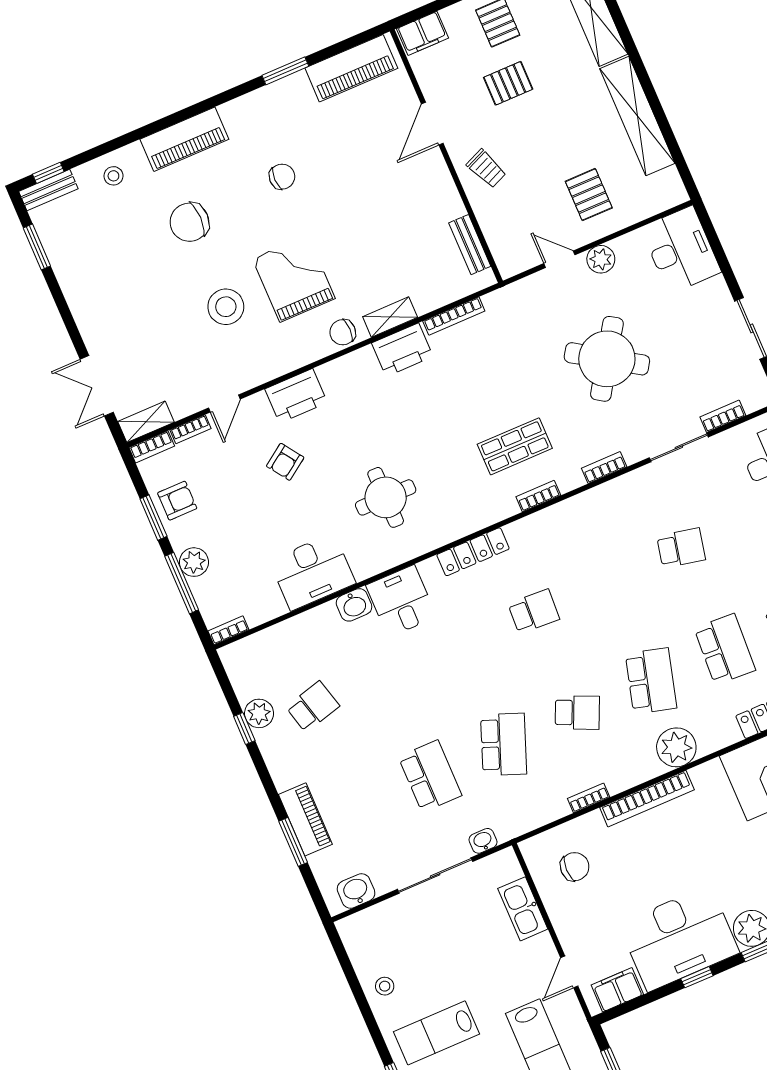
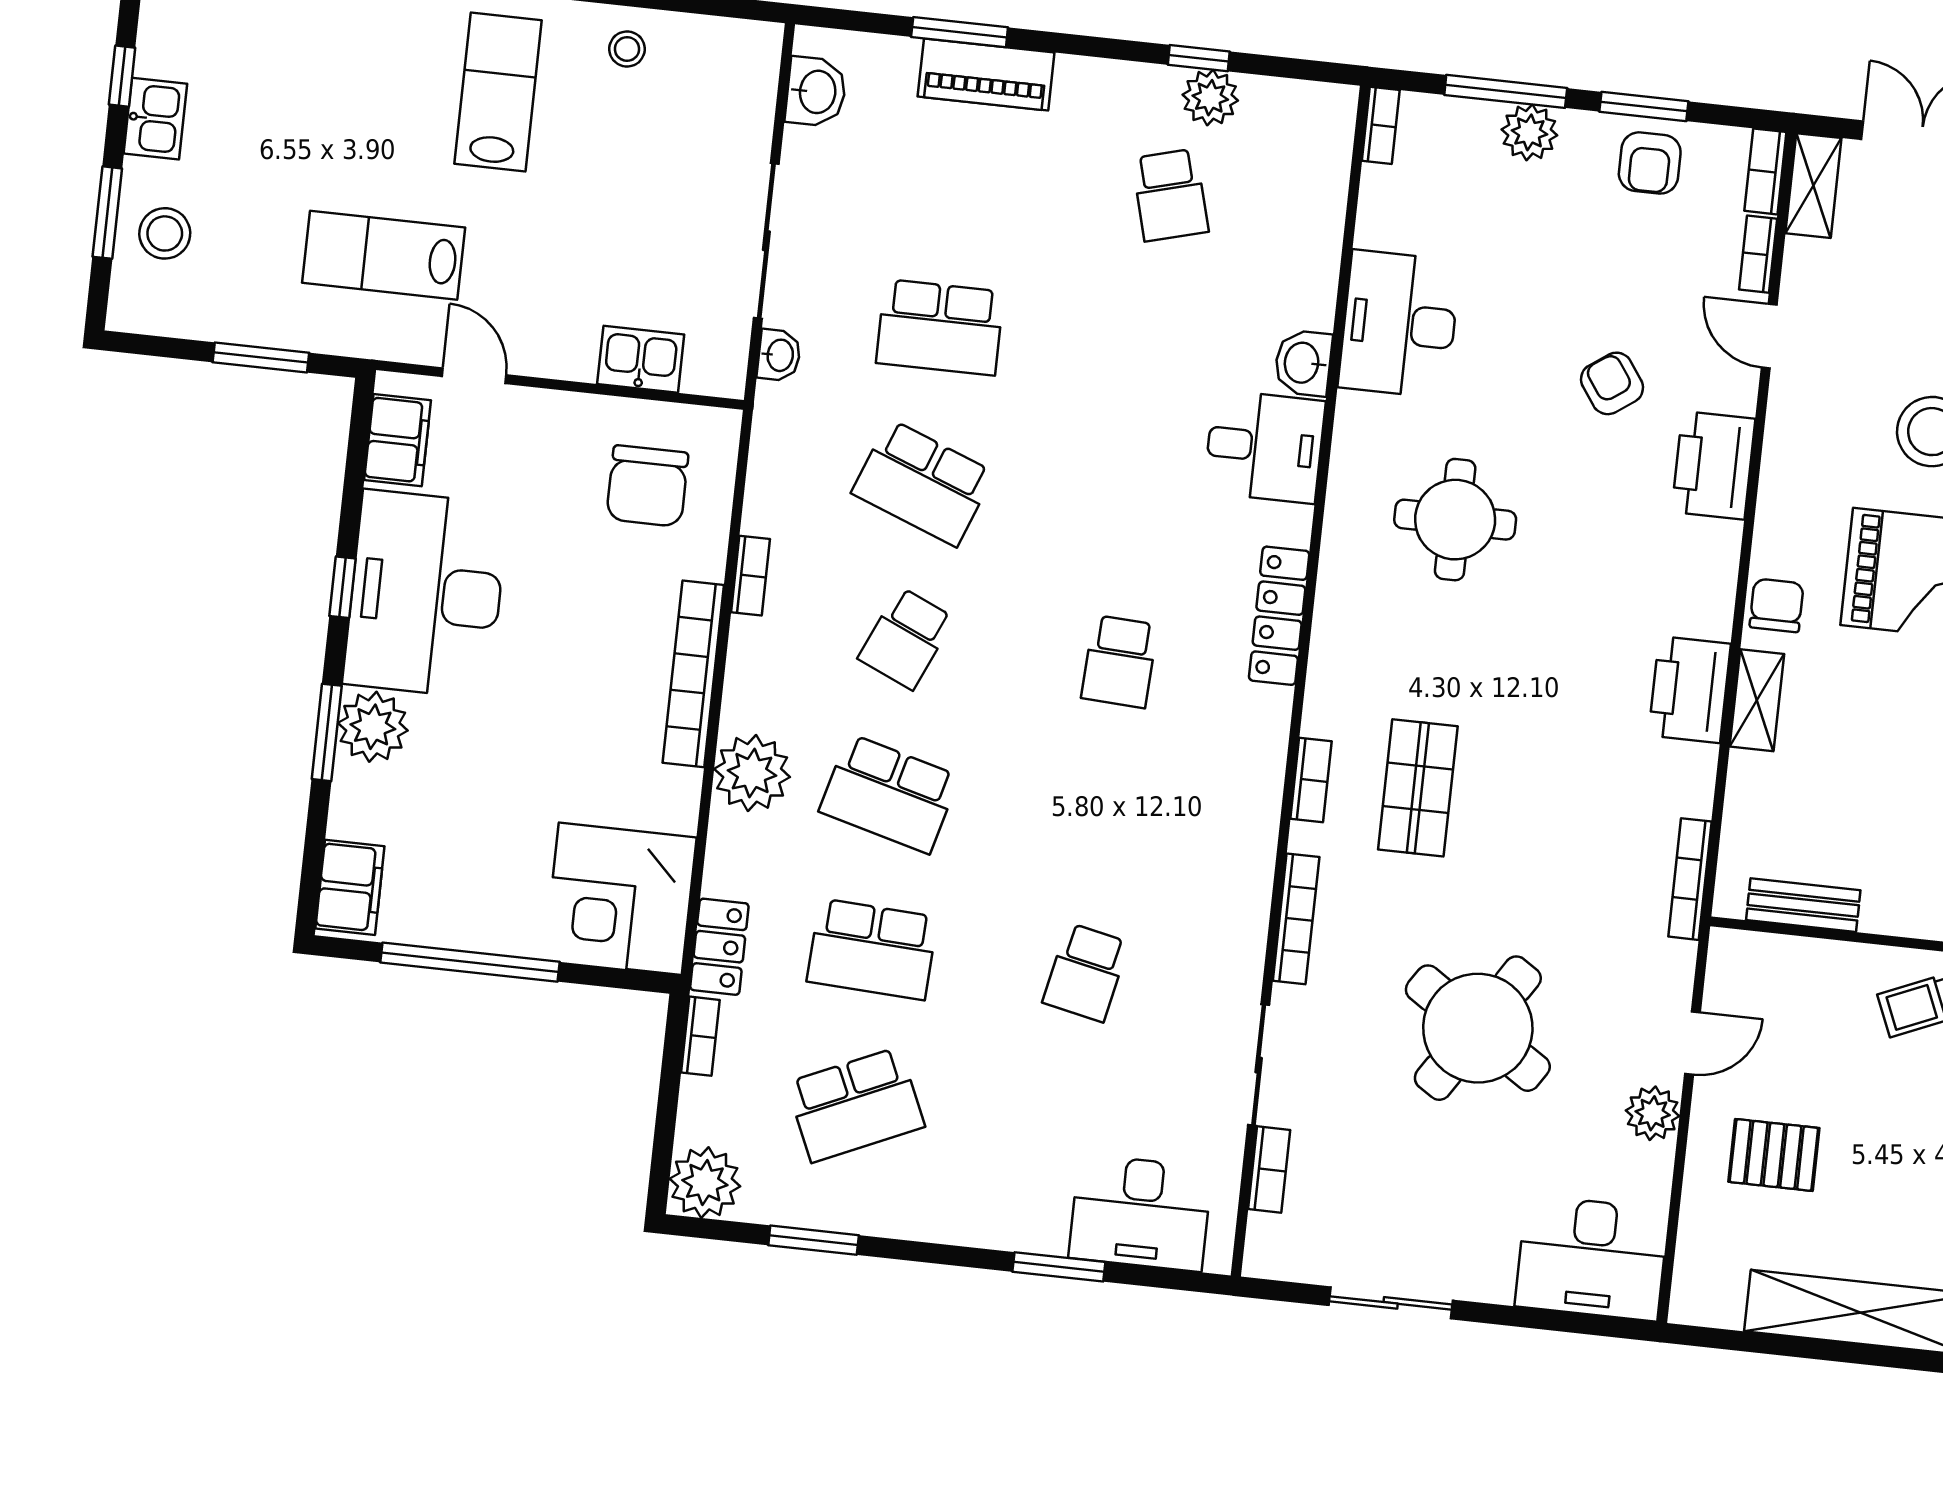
bookcase: (454, 316) -> (1690, 879), moved
bookcase: (604, 468) -> (1296, 919), width x1.56
chair: (575, 867) -> (647, 486), width x1.37, depth x1.37
kitchen sink: (523, 909) -> (641, 359), width x0.73

